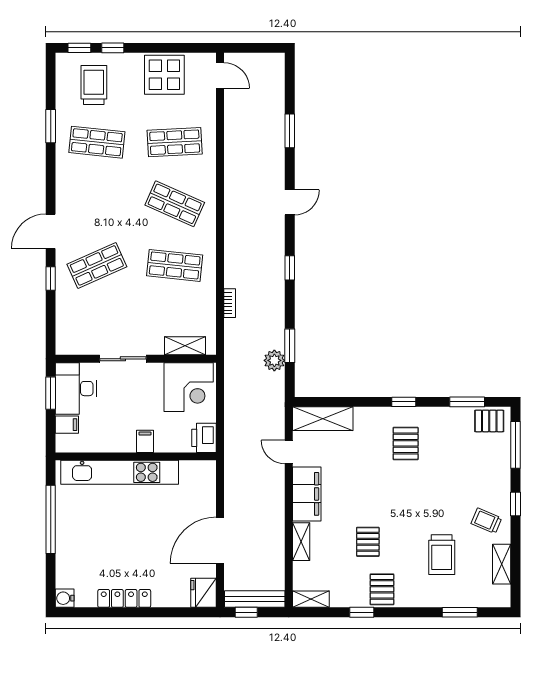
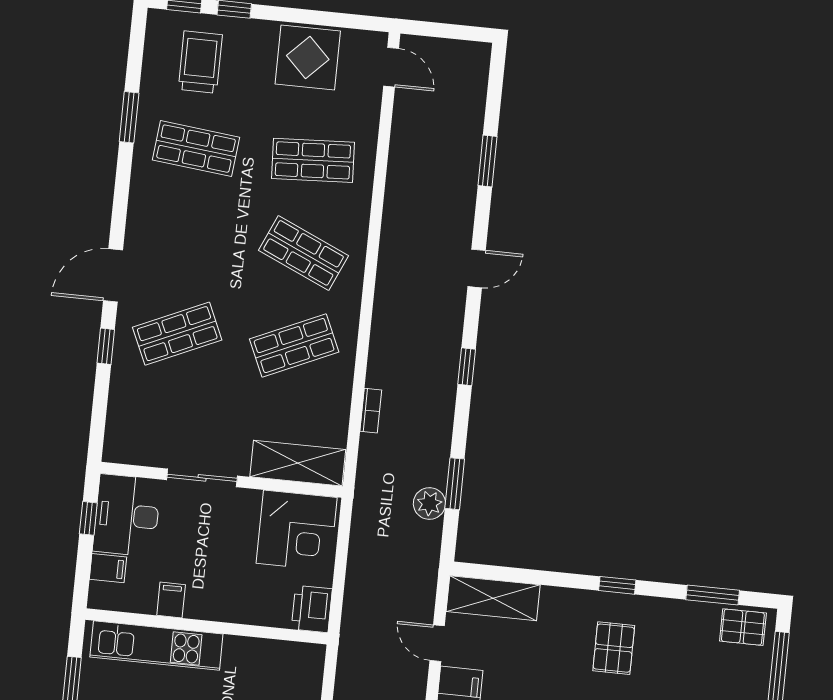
shop shelf: (175, 265) -> (294, 346), turned -30
shelving: (185, 346) -> (298, 463), width x1.50, depth x1.33
window: (51, 393) -> (88, 518), width x0.67
filing cabinet: (145, 441) -> (171, 600), moved
kitchen unit: (120, 472) -> (156, 645), width x0.73

